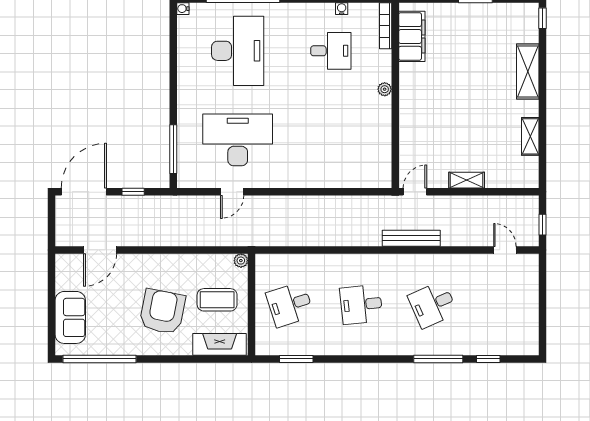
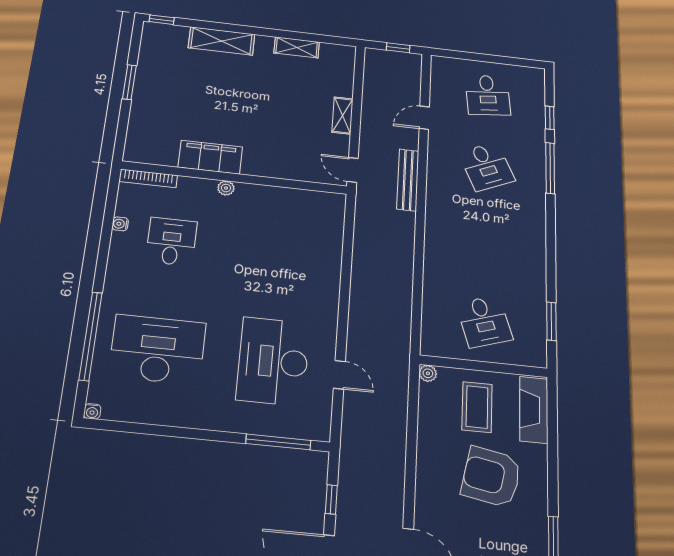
filing cabinet: (412, 36) -> (210, 157), moved
door: (505, 250) -> (424, 118), moved
desk: (361, 304) -> (488, 95), moved

